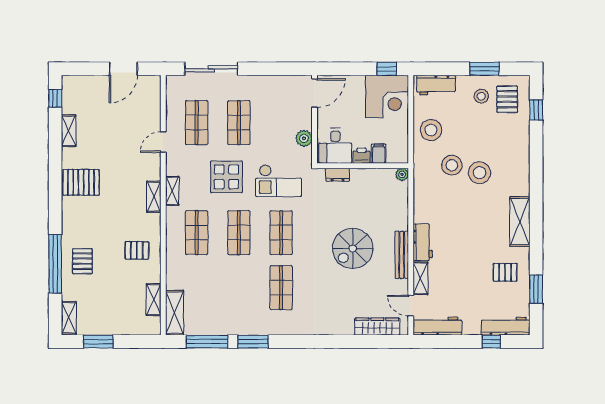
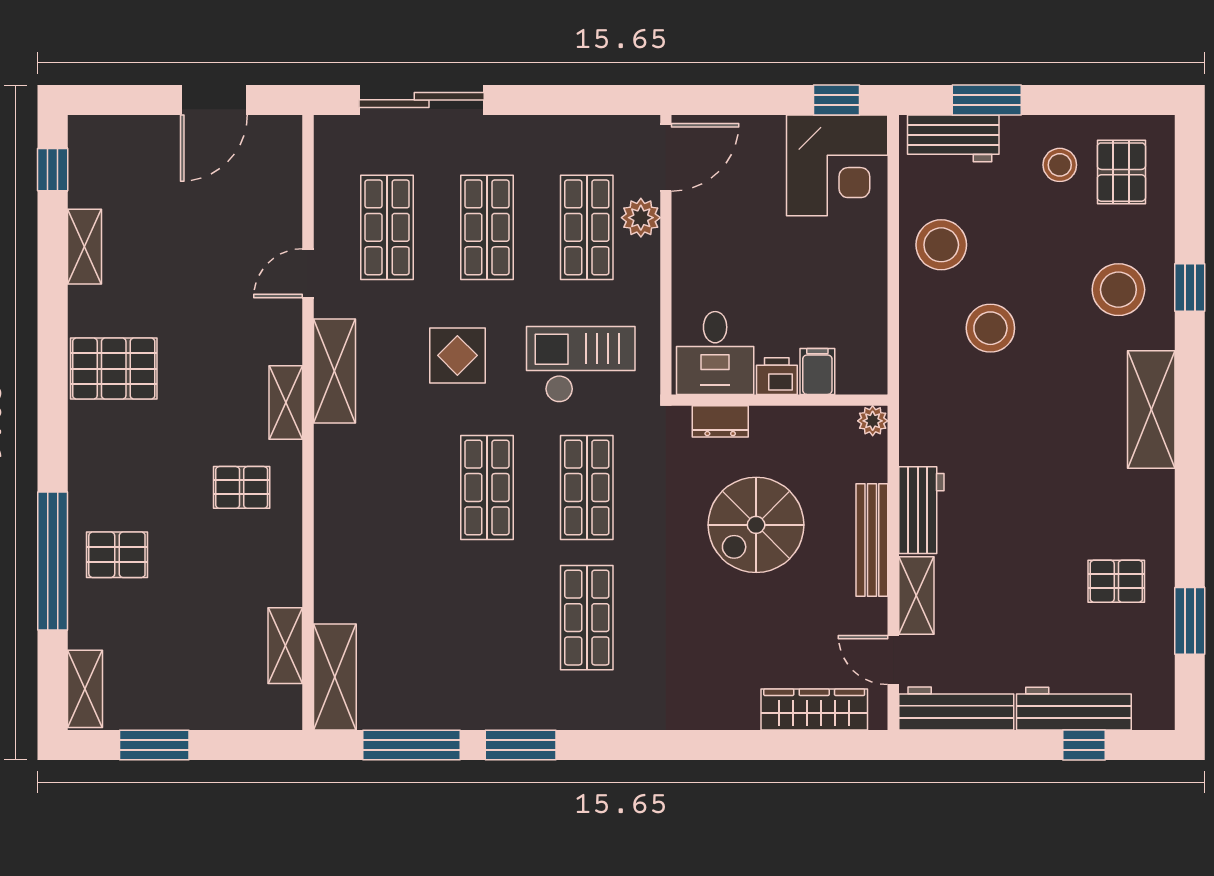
window: (484, 69) -> (987, 100), moved
window: (536, 110) -> (1190, 288), moved
plant: (304, 138) -> (641, 218), moved
desk: (335, 146) -> (715, 353), moved
filing cabinet: (379, 154) -> (817, 371), moved
printer: (361, 156) -> (777, 376), moved
wall: (363, 166) -> (780, 400), moved
stool: (480, 173) -> (1118, 290), moved
plant: (402, 174) -> (873, 421), moved
dresser: (338, 175) -> (720, 421), moved
display table: (226, 177) -> (457, 355), width x0.73, depth x0.73
checkout: (279, 181) -> (581, 364), turned 180
shelving: (172, 191) -> (334, 371), width x1.50, depth x1.33
shelving: (520, 222) -> (1151, 410), moved
shop shelf: (197, 233) -> (587, 227), moved
pallet: (137, 250) -> (242, 487), moved
pallet: (82, 261) -> (117, 555), turned 90
workbench: (506, 326) -> (1074, 709), moved

